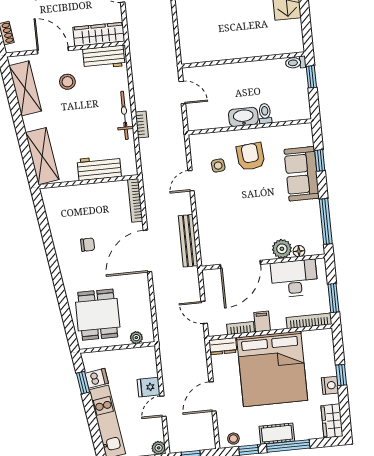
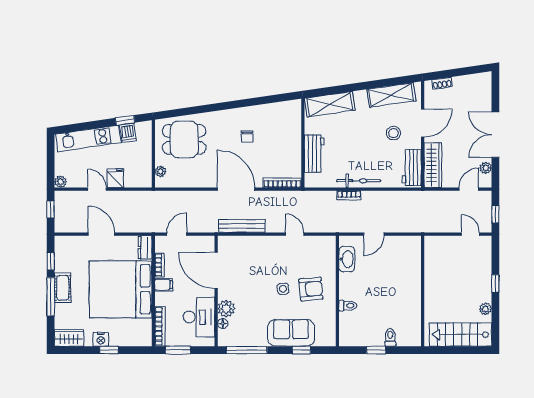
wall: (243, 60) -> (423, 291), moved
washbasin: (243, 117) -> (347, 259), moved
side table: (218, 166) -> (283, 289), moved
stool: (233, 439) -> (62, 249), removed

